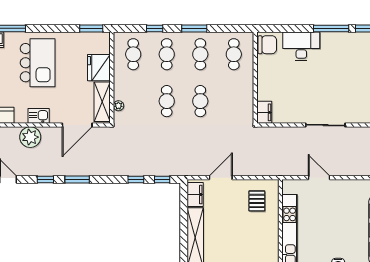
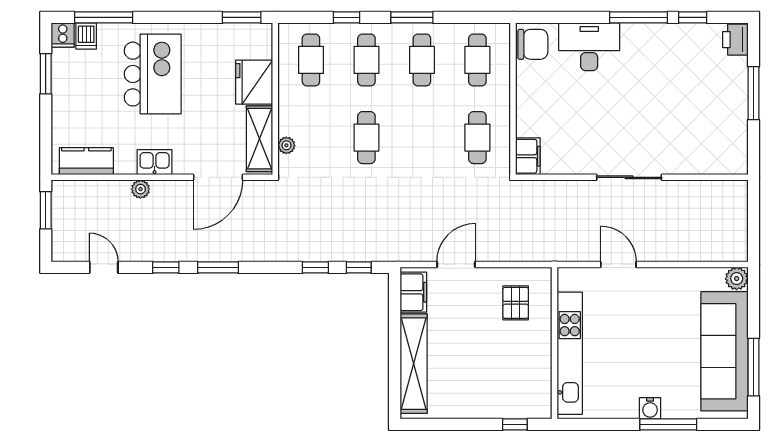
cafe table: (200, 101) -> (477, 138), moved
plant: (30, 137) -> (140, 189), width x0.53, depth x0.53

